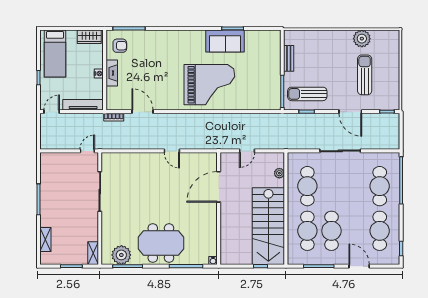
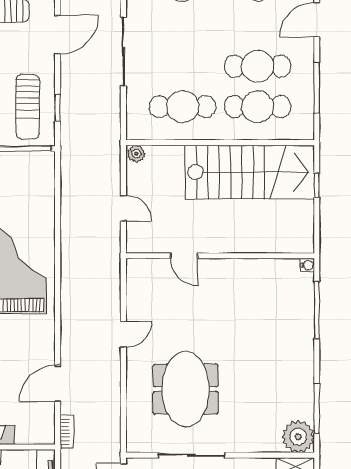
plant: (279, 173) -> (136, 154), moved
door: (219, 187) -> (184, 256), width x0.53
meeting table: (161, 243) -> (186, 389), moved
plant: (121, 255) -> (298, 437), moved

